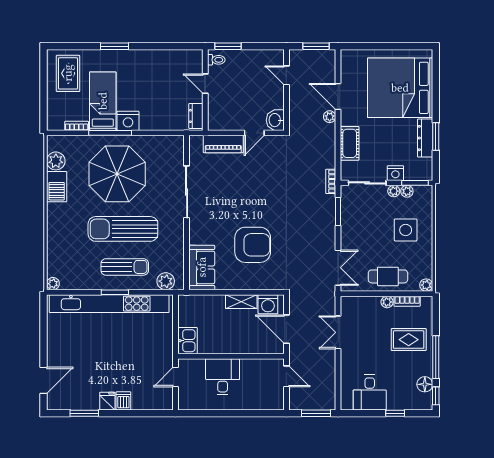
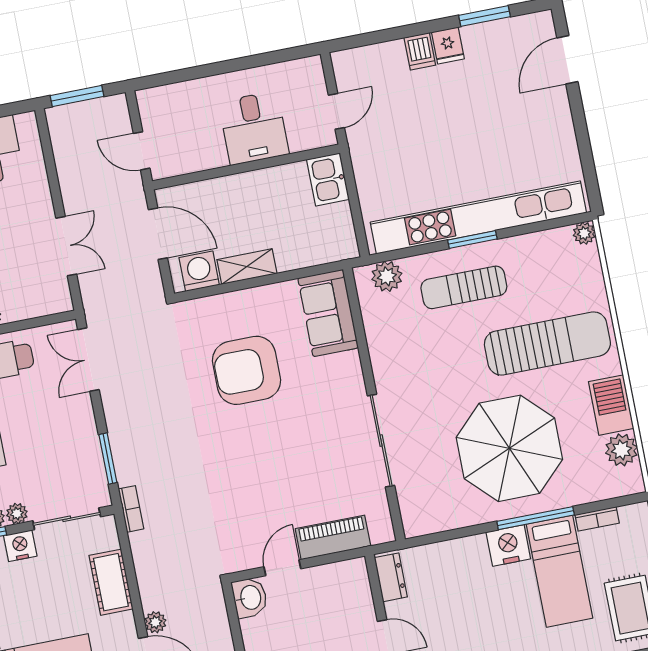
sun lounger: (123, 229) -> (547, 344), moved

